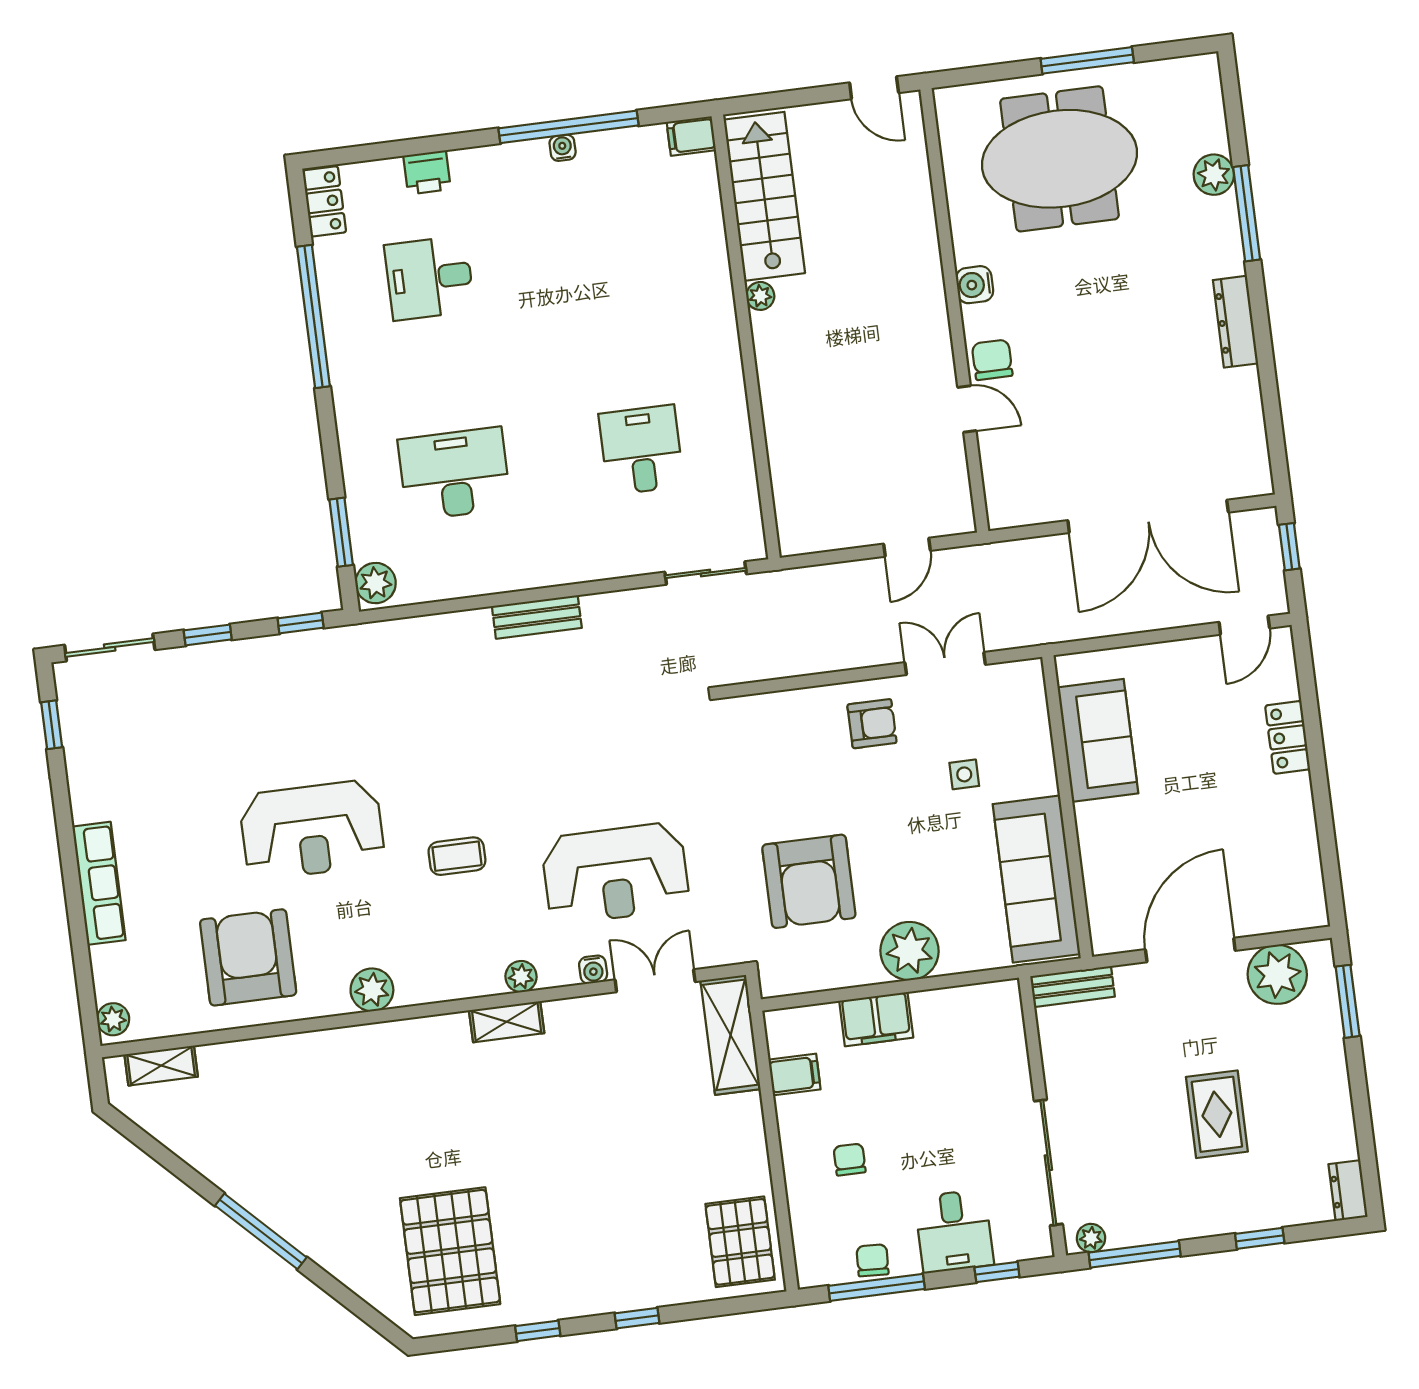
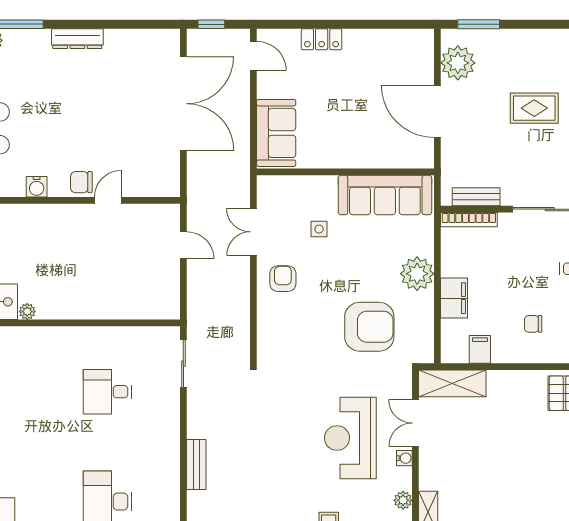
sofa: (1098, 740) -> (276, 133), moved, turned 90
reception desk: (615, 873) -> (350, 438), turned 180
bench: (1073, 986) -> (476, 197), moved, turned 90
bookcase: (1013, 1027) -> (469, 220), added

